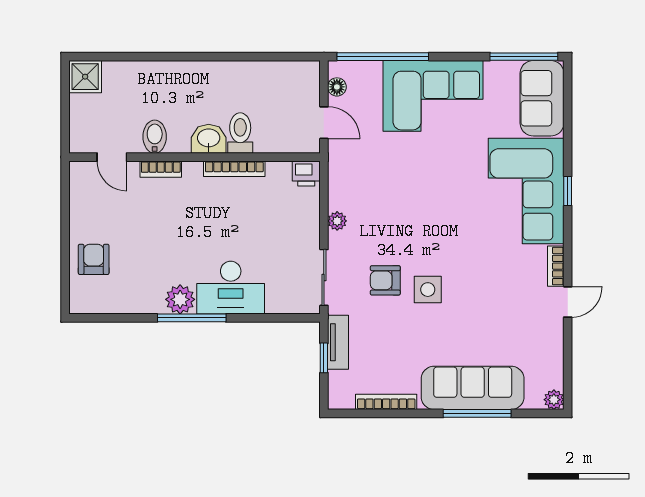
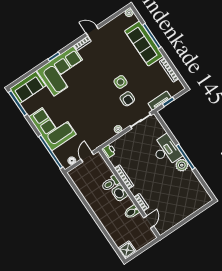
armchair: (94, 259) -> (188, 204), removed

